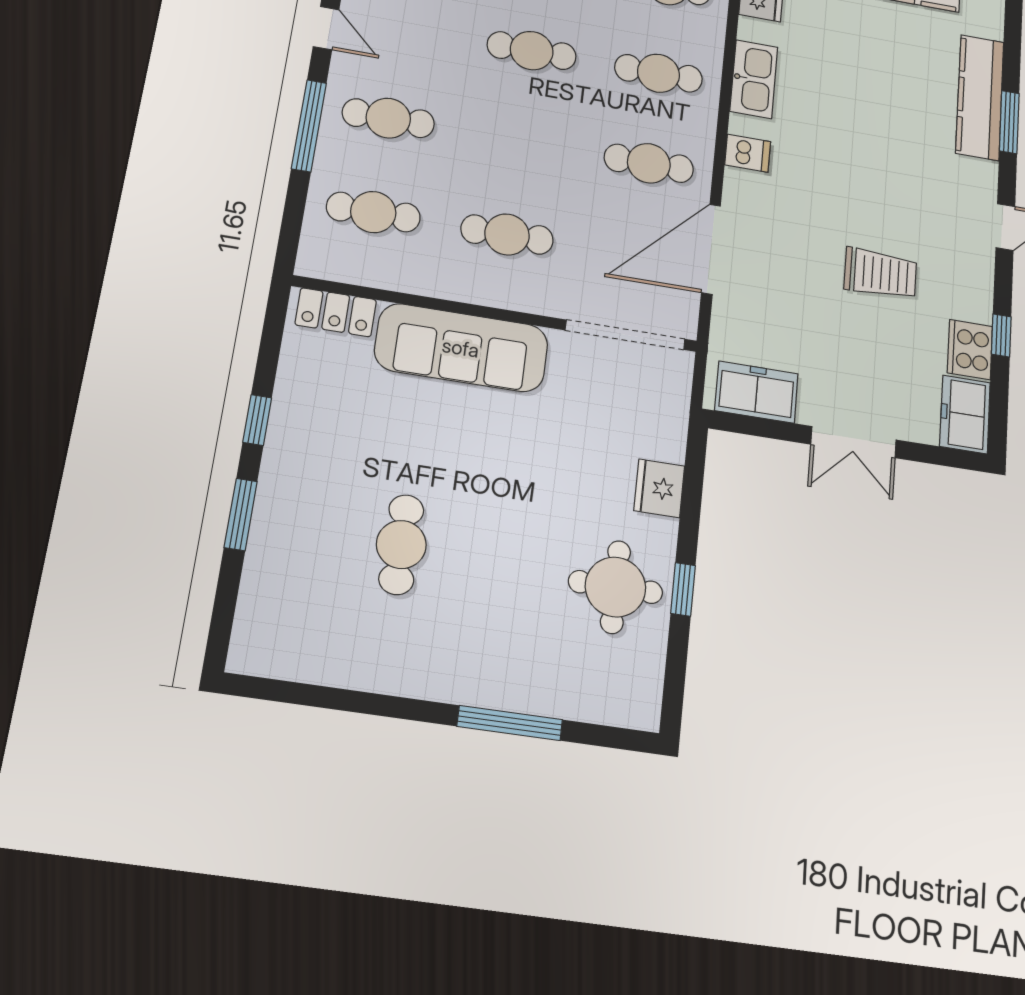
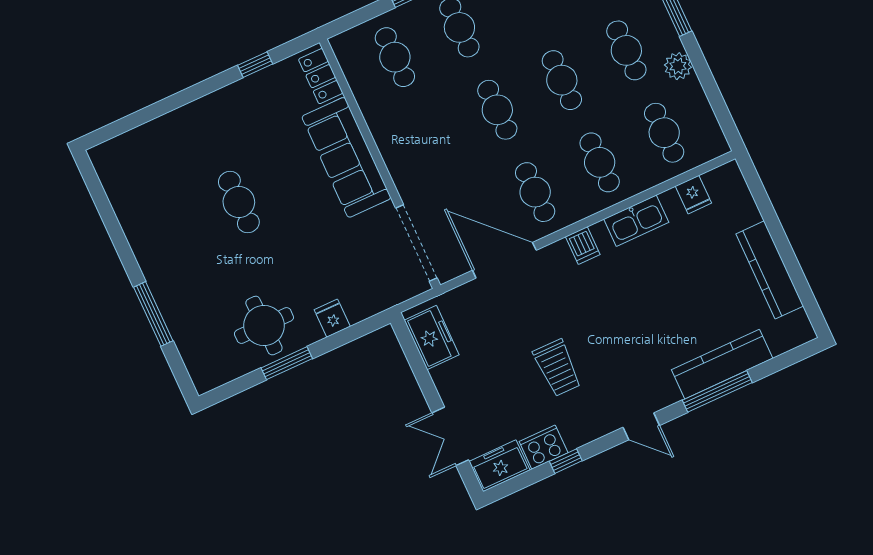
window: (1009, 122) -> (717, 391), width x1.44
cafe table: (507, 234) -> (497, 110), moved
window: (257, 420) -> (255, 65), moved
double door: (854, 442) -> (450, 436), moved
fridge: (659, 488) -> (332, 318), width x0.72
window: (241, 514) -> (173, 102), removed
cafe table: (401, 544) -> (239, 202), moved, turned 90
window: (683, 589) -> (287, 363), width x1.50

